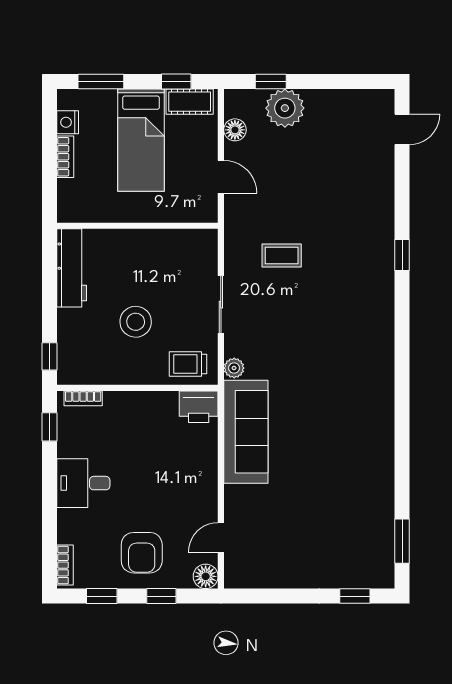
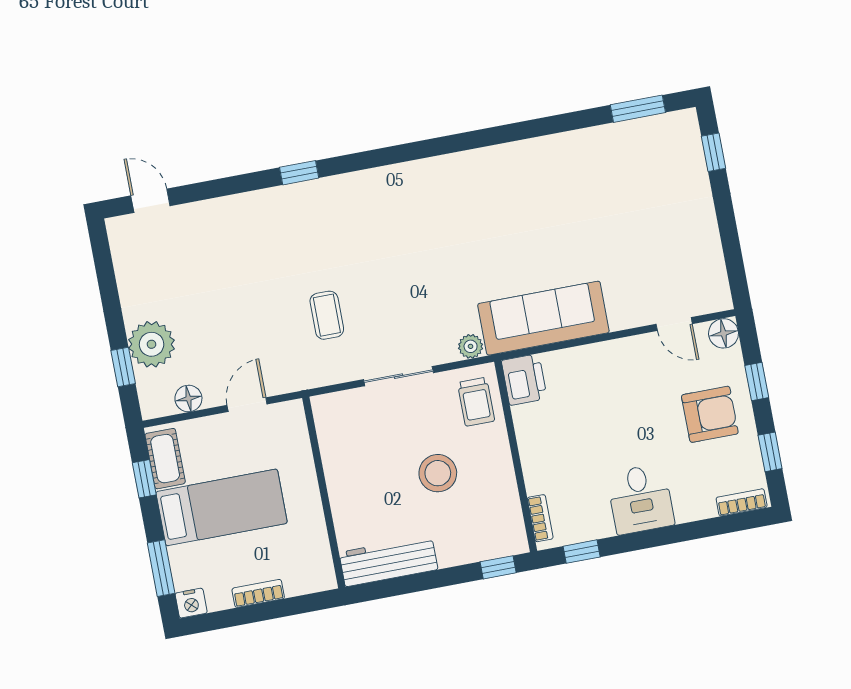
nightstand: (68, 122) -> (191, 603), moved

